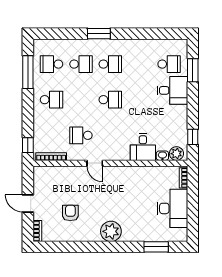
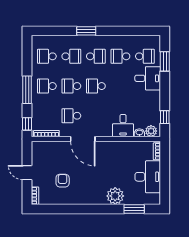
school desk: (140, 64) -> (120, 56), added
window: (28, 72) -> (27, 90), moved
school desk: (52, 100) -> (47, 86), turned 180
school desk: (81, 100) -> (71, 86), added
school desk: (110, 100) -> (96, 86), turned 180
door: (95, 163) -> (83, 139), width x1.88
plant: (111, 231) -> (115, 196), moved

